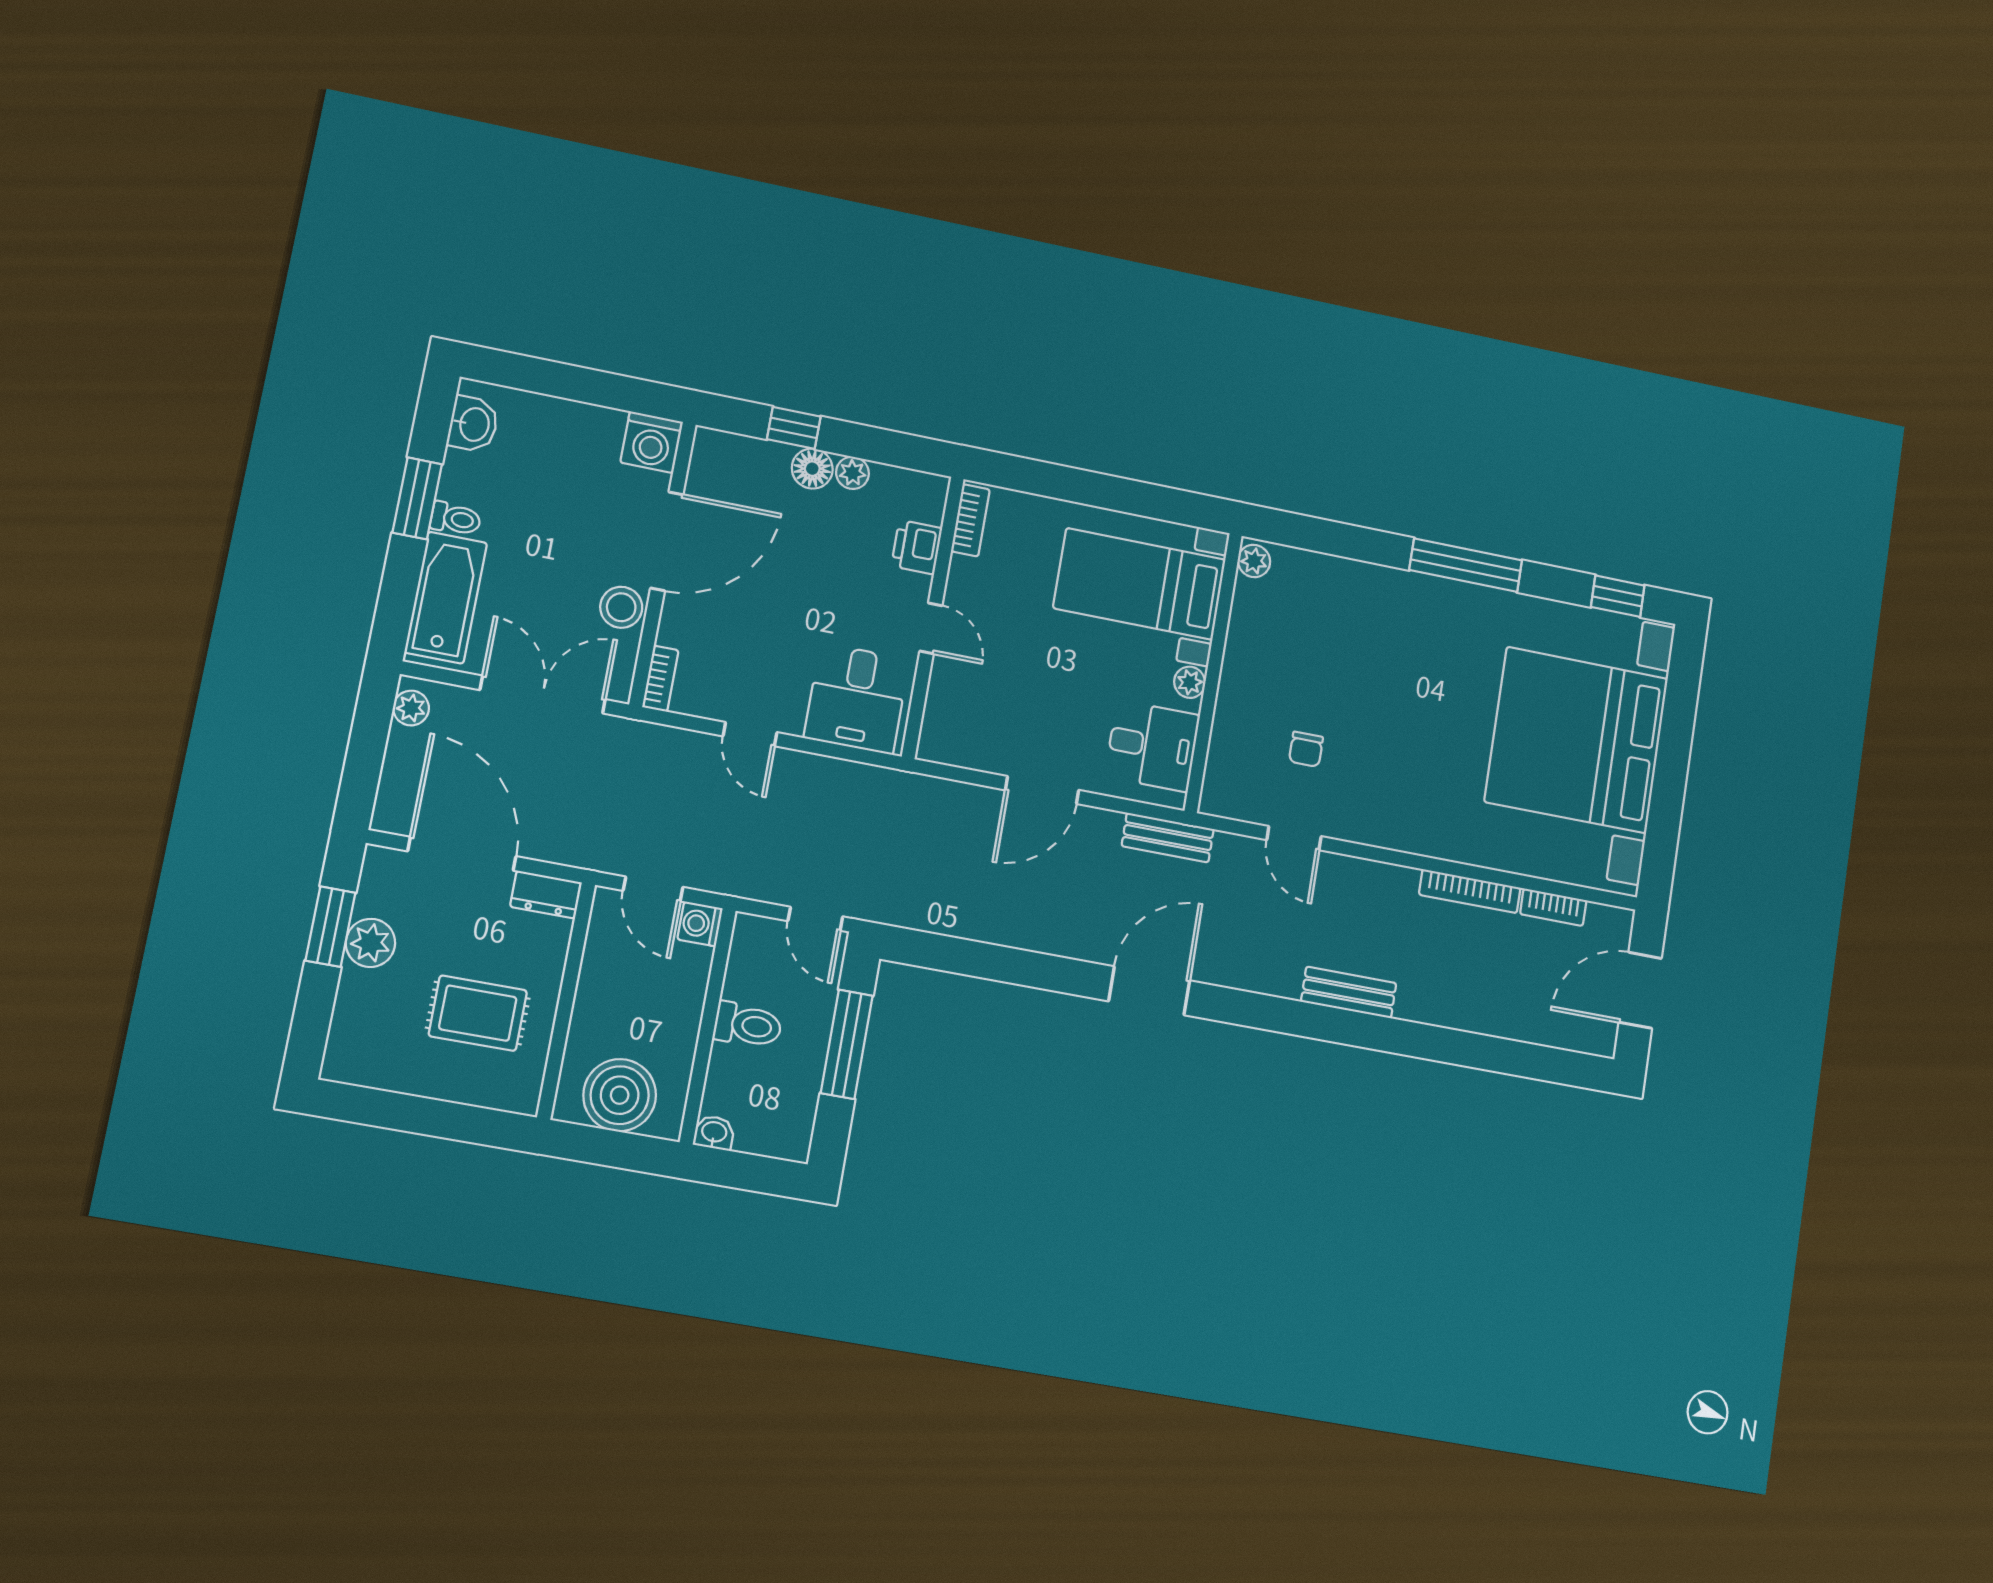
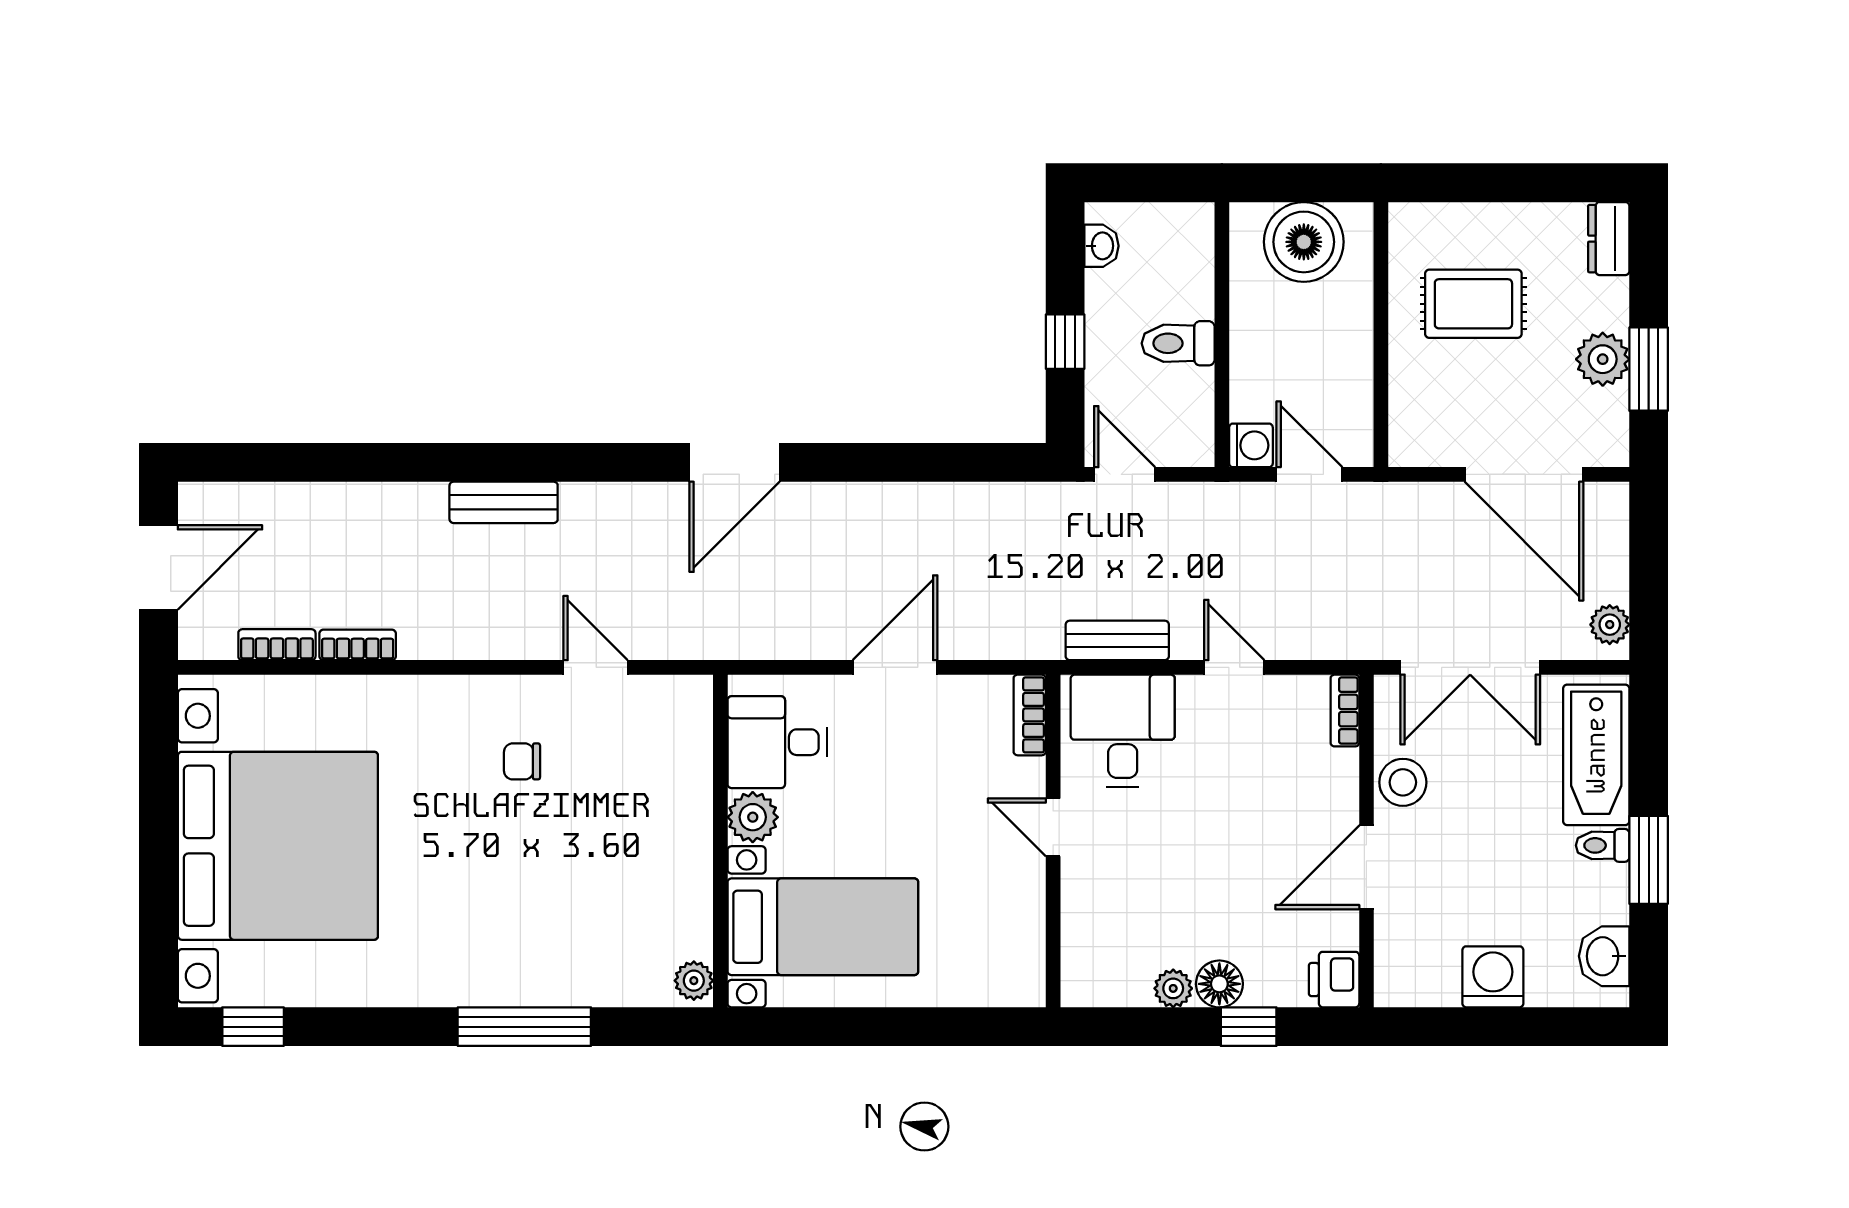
washing machine: (652, 442) -> (1493, 977), moved
bookcase: (970, 520) -> (1030, 715), moved
door: (667, 541) -> (1366, 867), width x0.73
printer: (917, 547) -> (1334, 980), moved, turned 180
window: (1466, 565) -> (524, 1027), moved
plant: (1190, 682) -> (753, 817), width x1.38, depth x1.38
chair: (1306, 749) -> (522, 761), moved, turned -90
bench: (1168, 838) -> (1117, 640), moved
bookcase: (1470, 891) -> (358, 645), width x0.64
dresser: (546, 895) -> (1609, 239), moved, turned -90
window: (847, 1044) -> (1065, 342), width x0.46
washbasin: (714, 1133) -> (1101, 246), moved, turned -90

